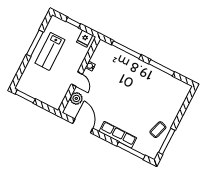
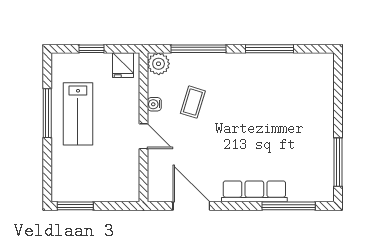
plant: (76, 98) -> (159, 64), moved
coffee table: (158, 130) -> (193, 102), moved

